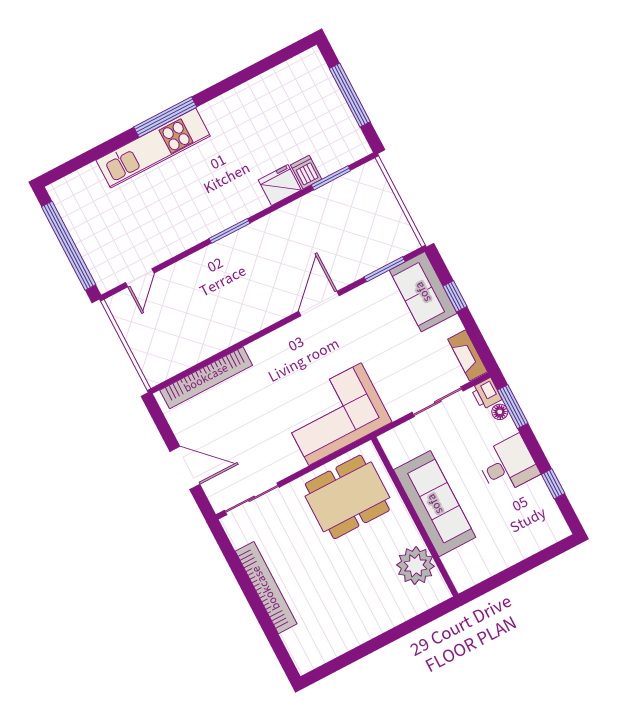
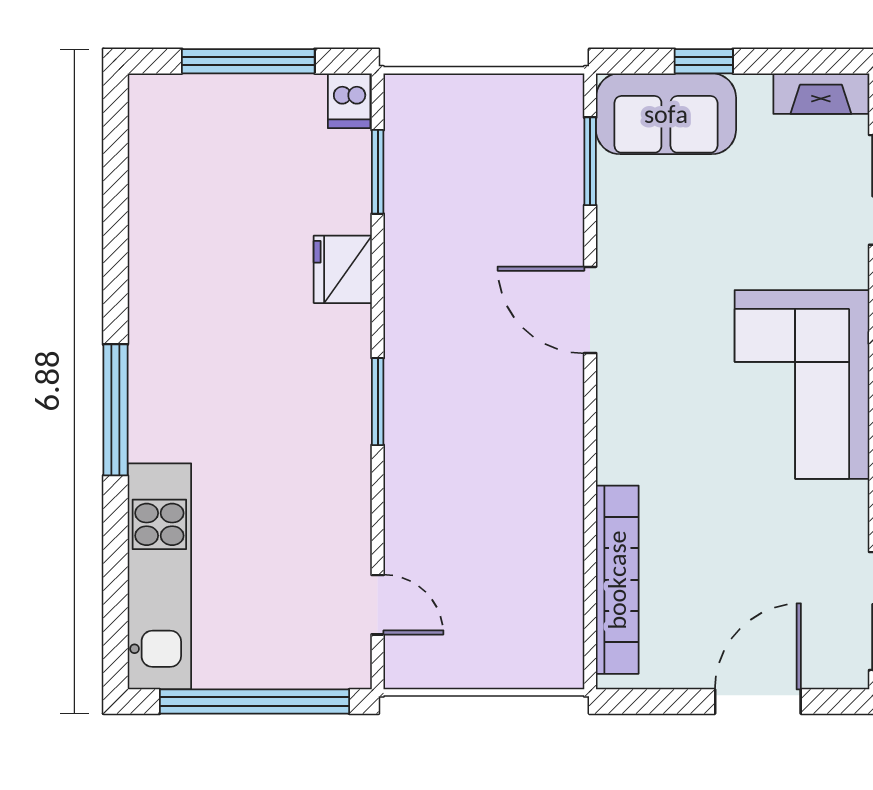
kitchen unit: (153, 148) -> (159, 576), moved
dishwasher: (306, 172) -> (349, 101), moved, turned -90

